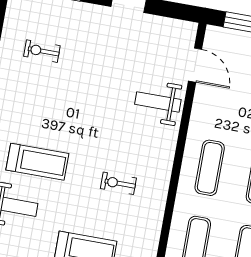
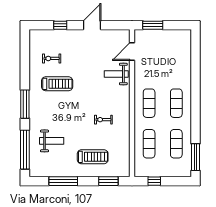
door: (195, 65) -> (132, 52), swing flipped
treadmill: (37, 162) -> (57, 84), moved

